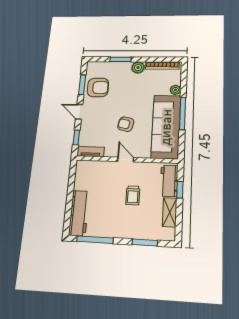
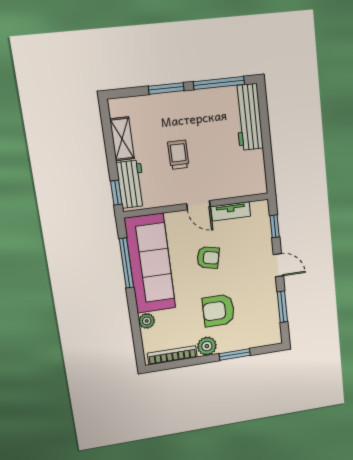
armchair: (98, 87) -> (219, 310), moved
window: (183, 114) -> (126, 263), moved
tv unit: (91, 152) -> (231, 211), moved
window: (180, 190) -> (116, 193), moved
window: (145, 242) -> (166, 88), moved

